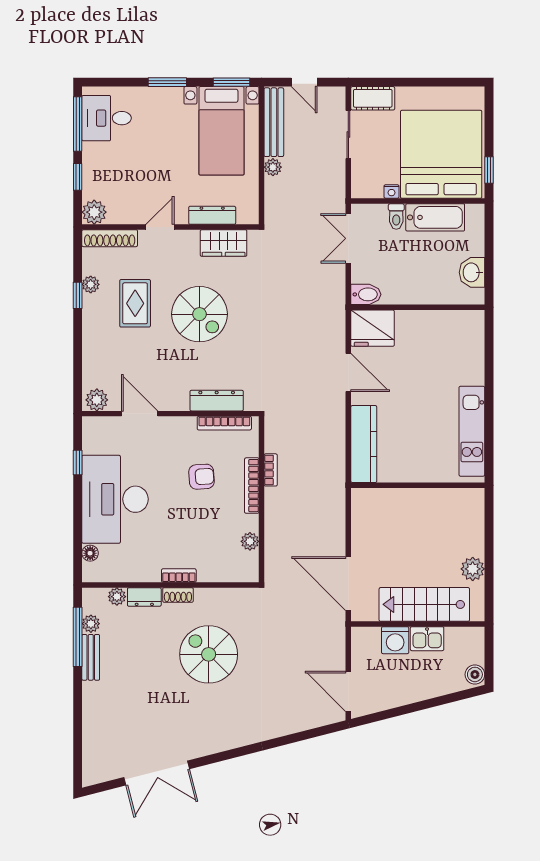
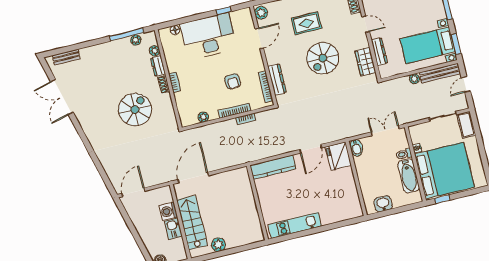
rug: (135, 303) -> (307, 23), moved
bench: (91, 657) -> (66, 57), moved

